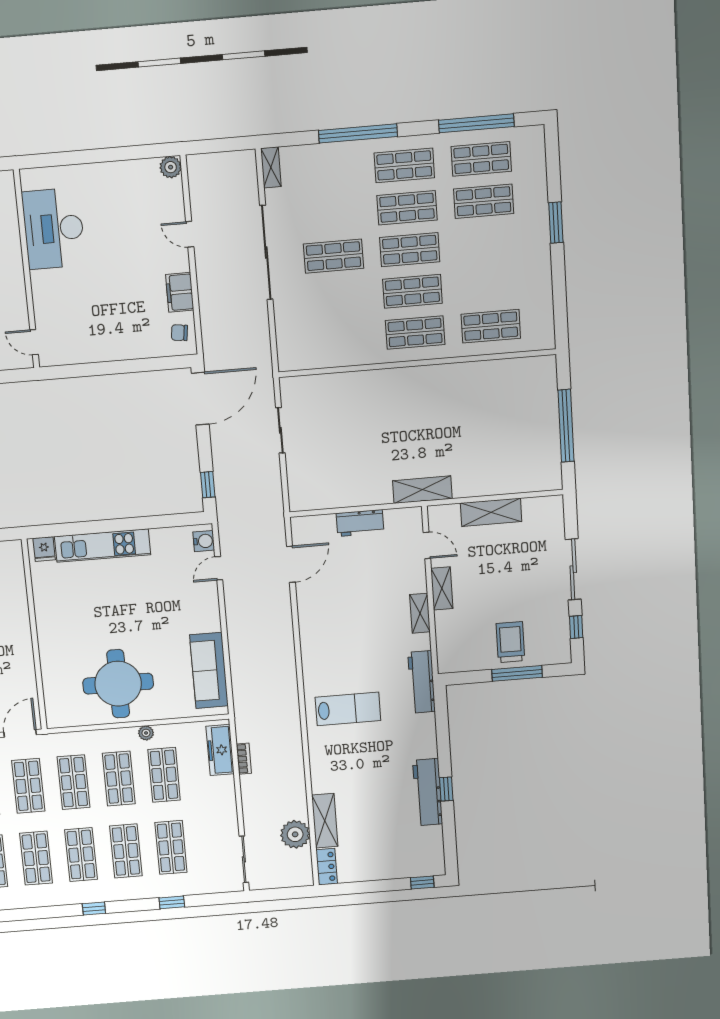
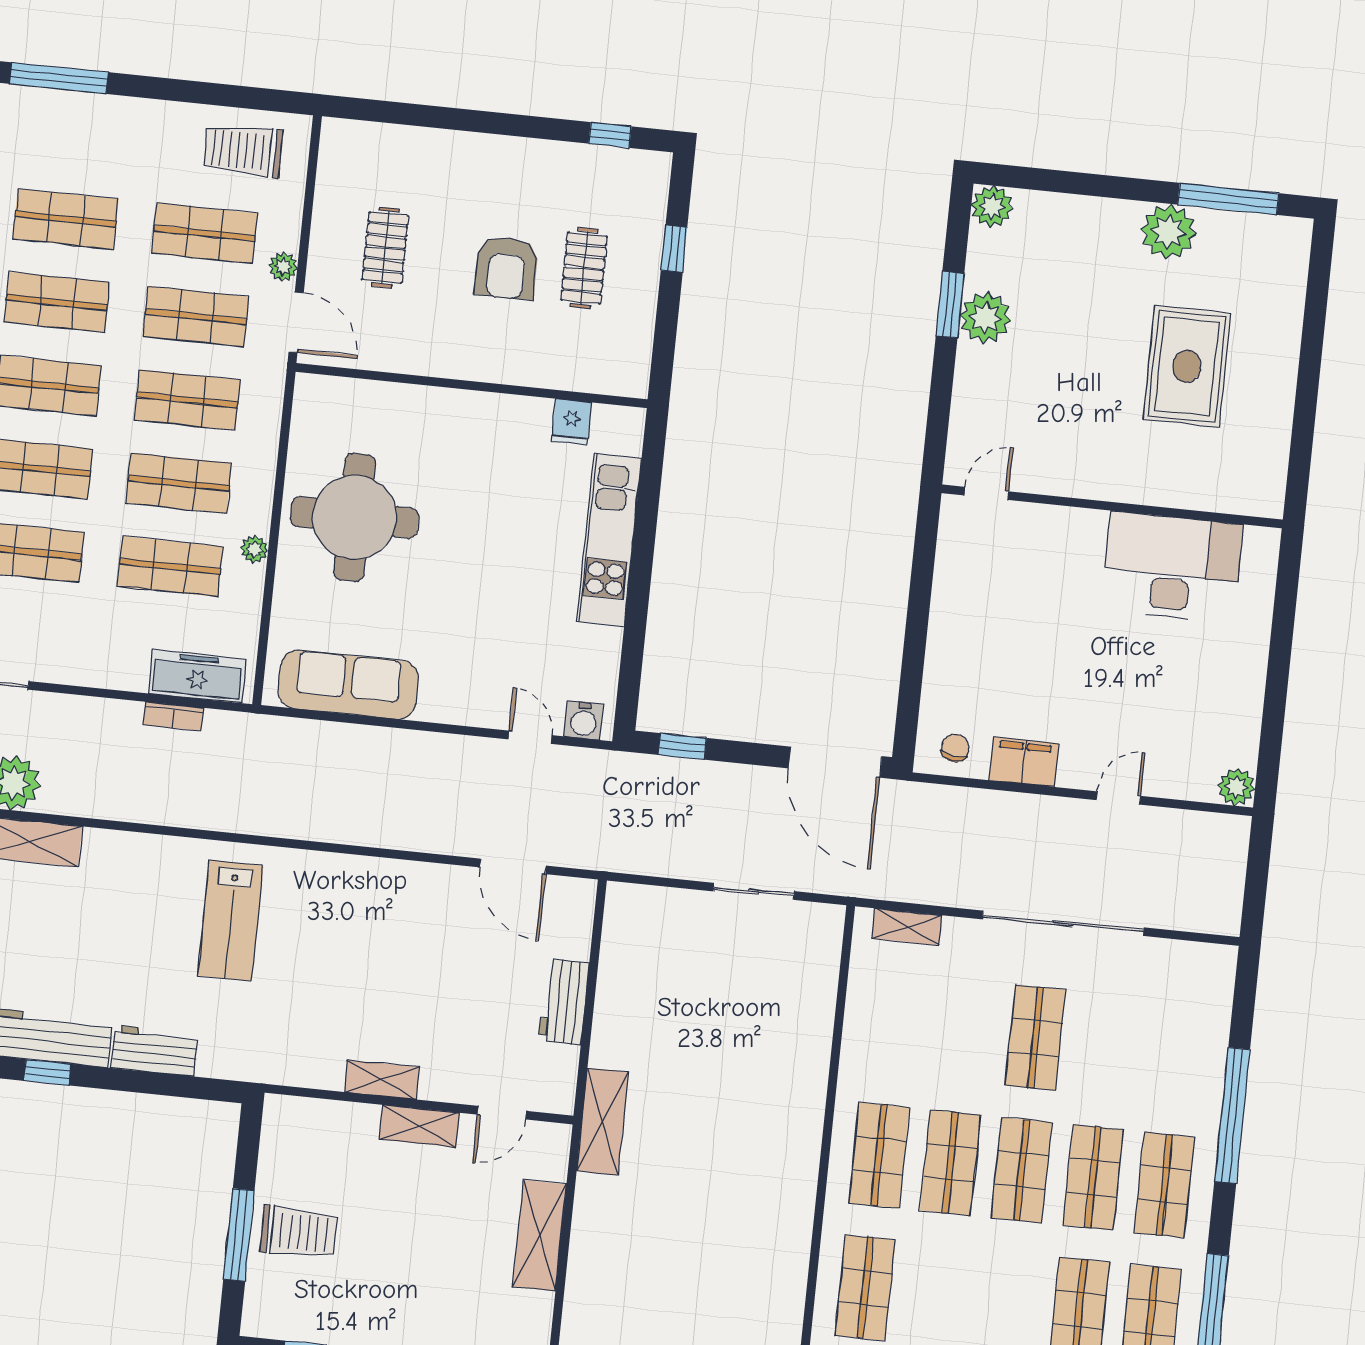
shelving: (271, 168) -> (907, 927), moved
fridge: (44, 549) -> (572, 422), moved, turned -90
workbench: (422, 682) -> (155, 1051), moved, width x0.73

